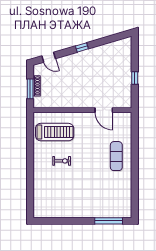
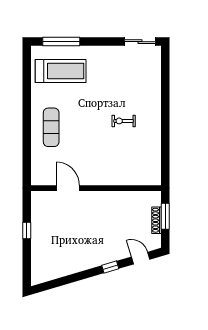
window: (82, 47) -> (110, 267), moved
treadmill: (55, 132) -> (61, 71), moved, turned 180
sliding door: (49, 221) -> (140, 42), added

